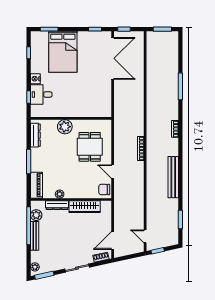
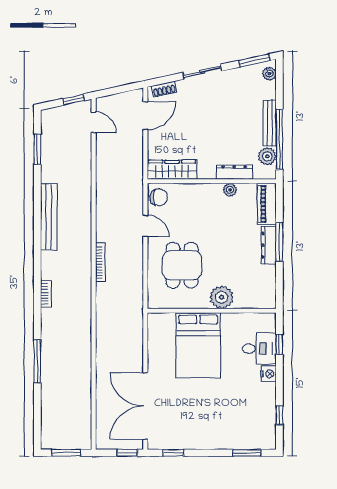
bed: (63, 52) -> (198, 345), moved, turned 180
dresser: (35, 135) -> (269, 245), moved
wardrobe: (85, 207) -> (172, 170), moved

